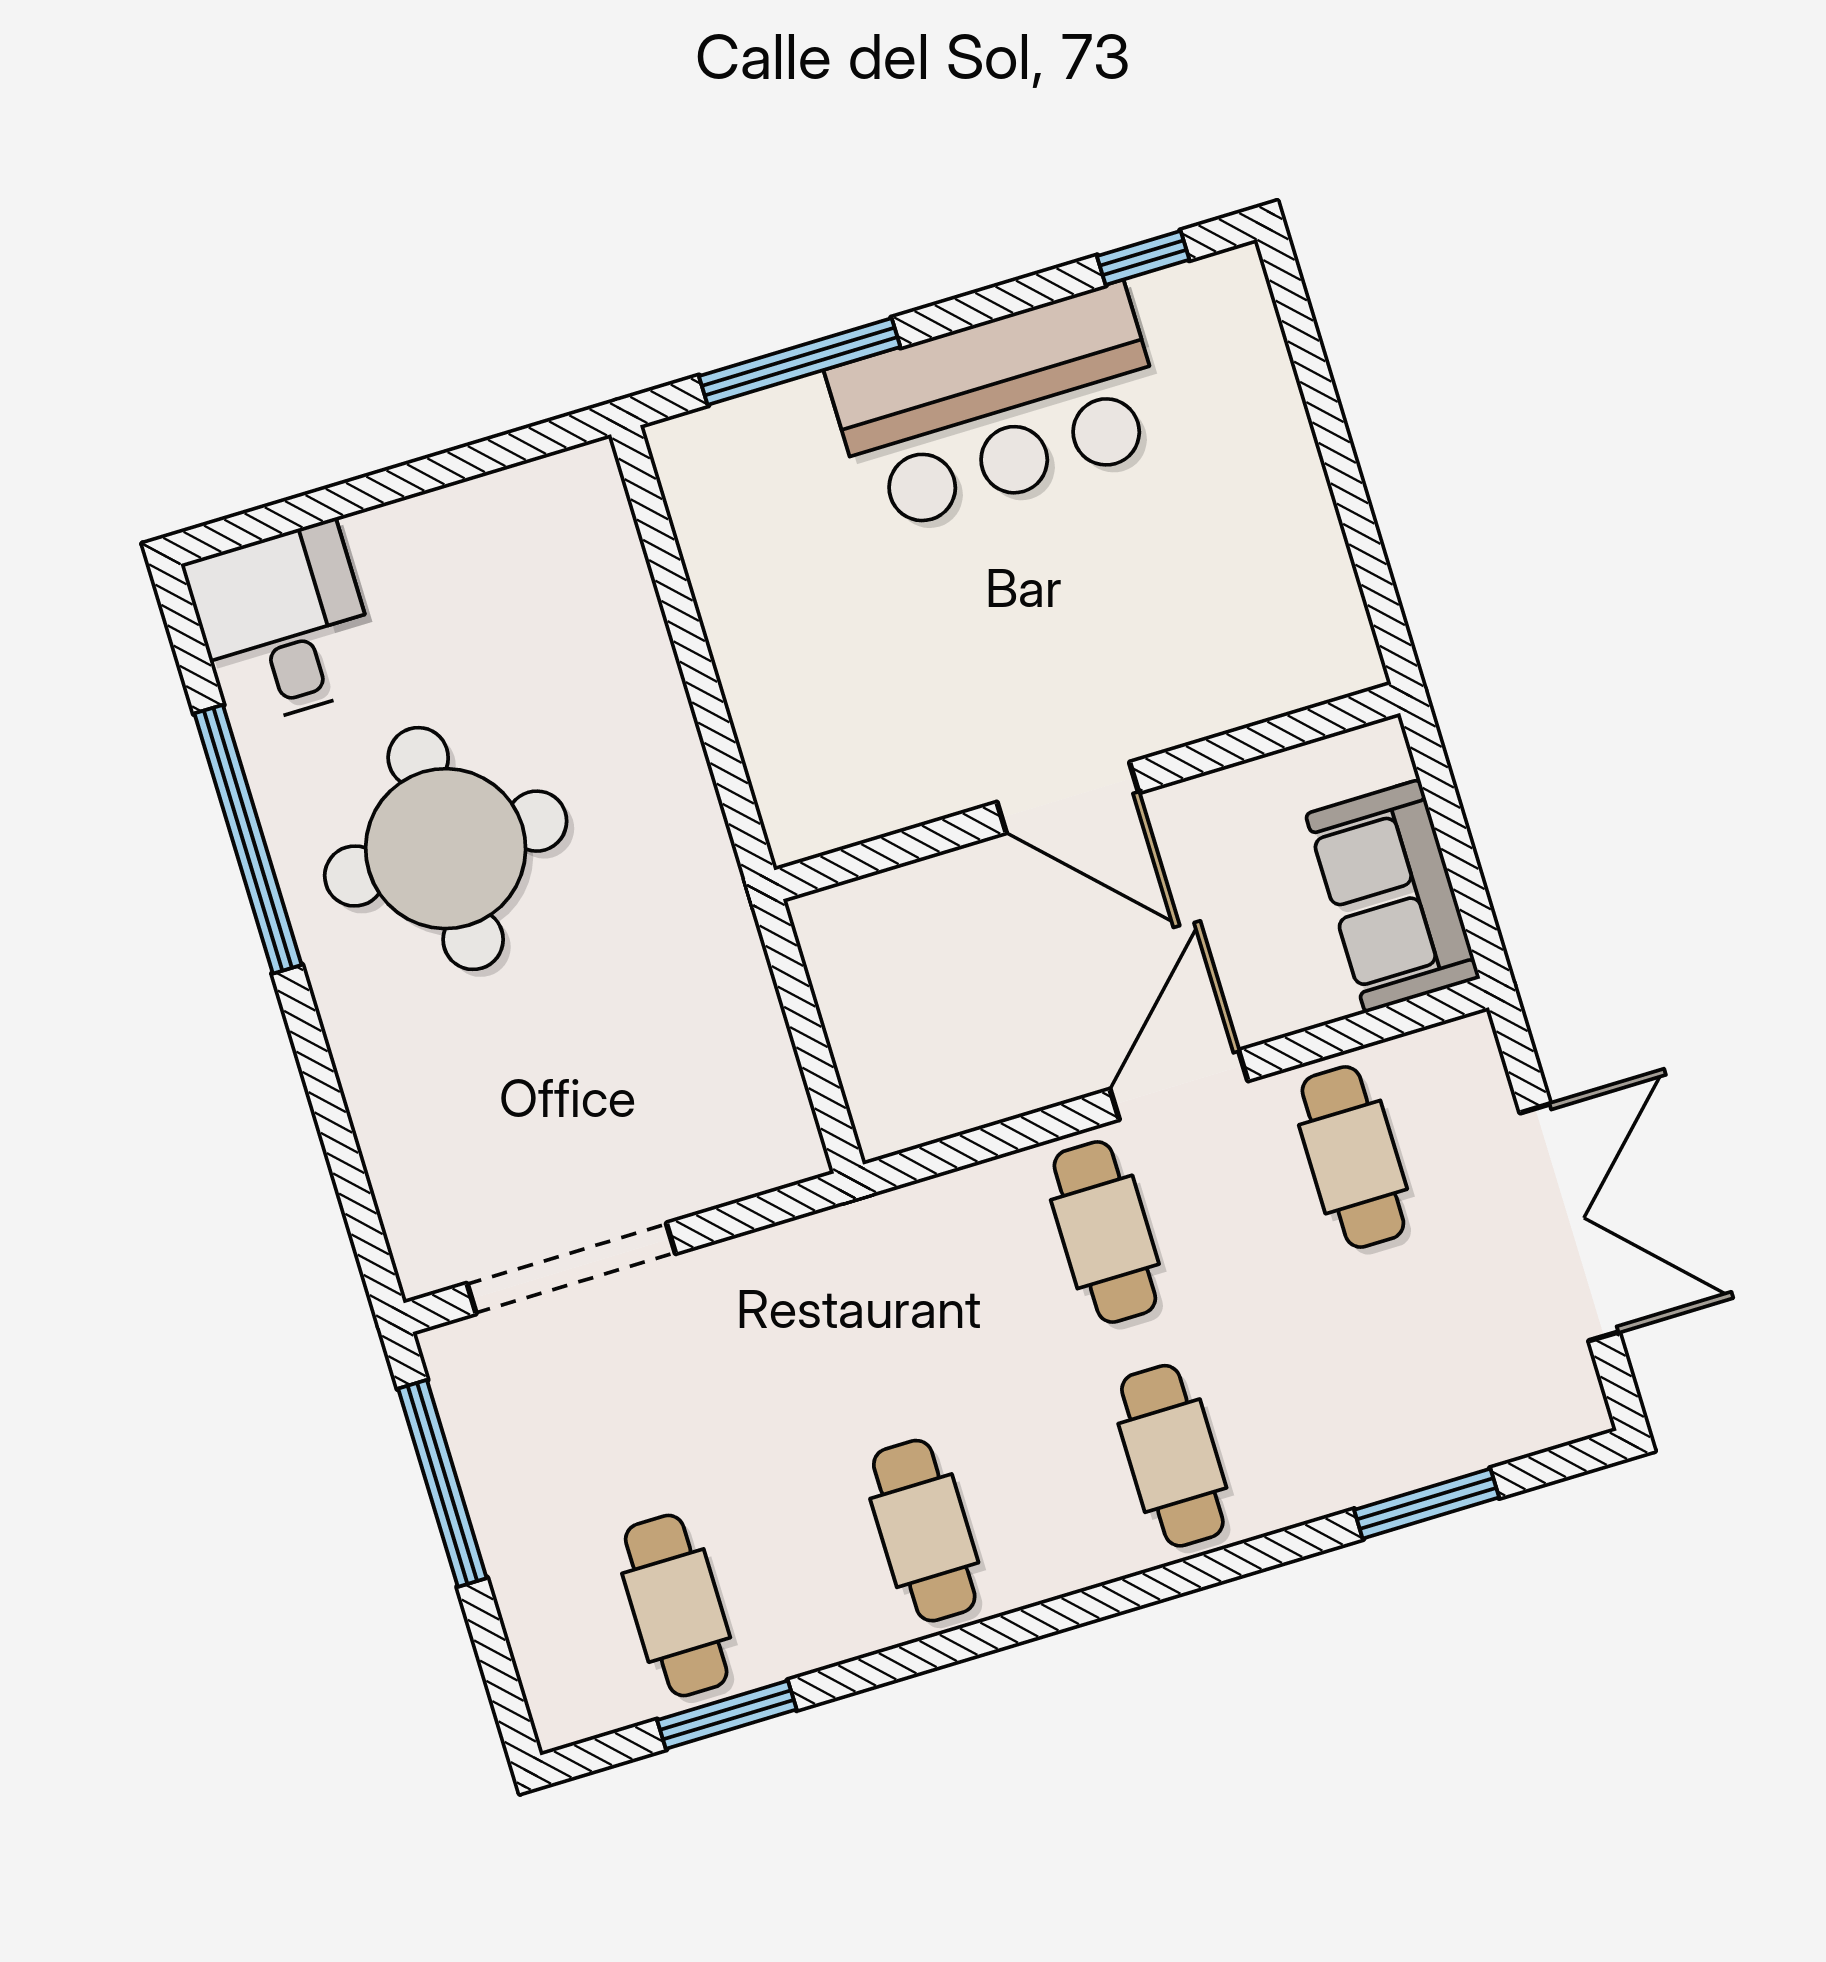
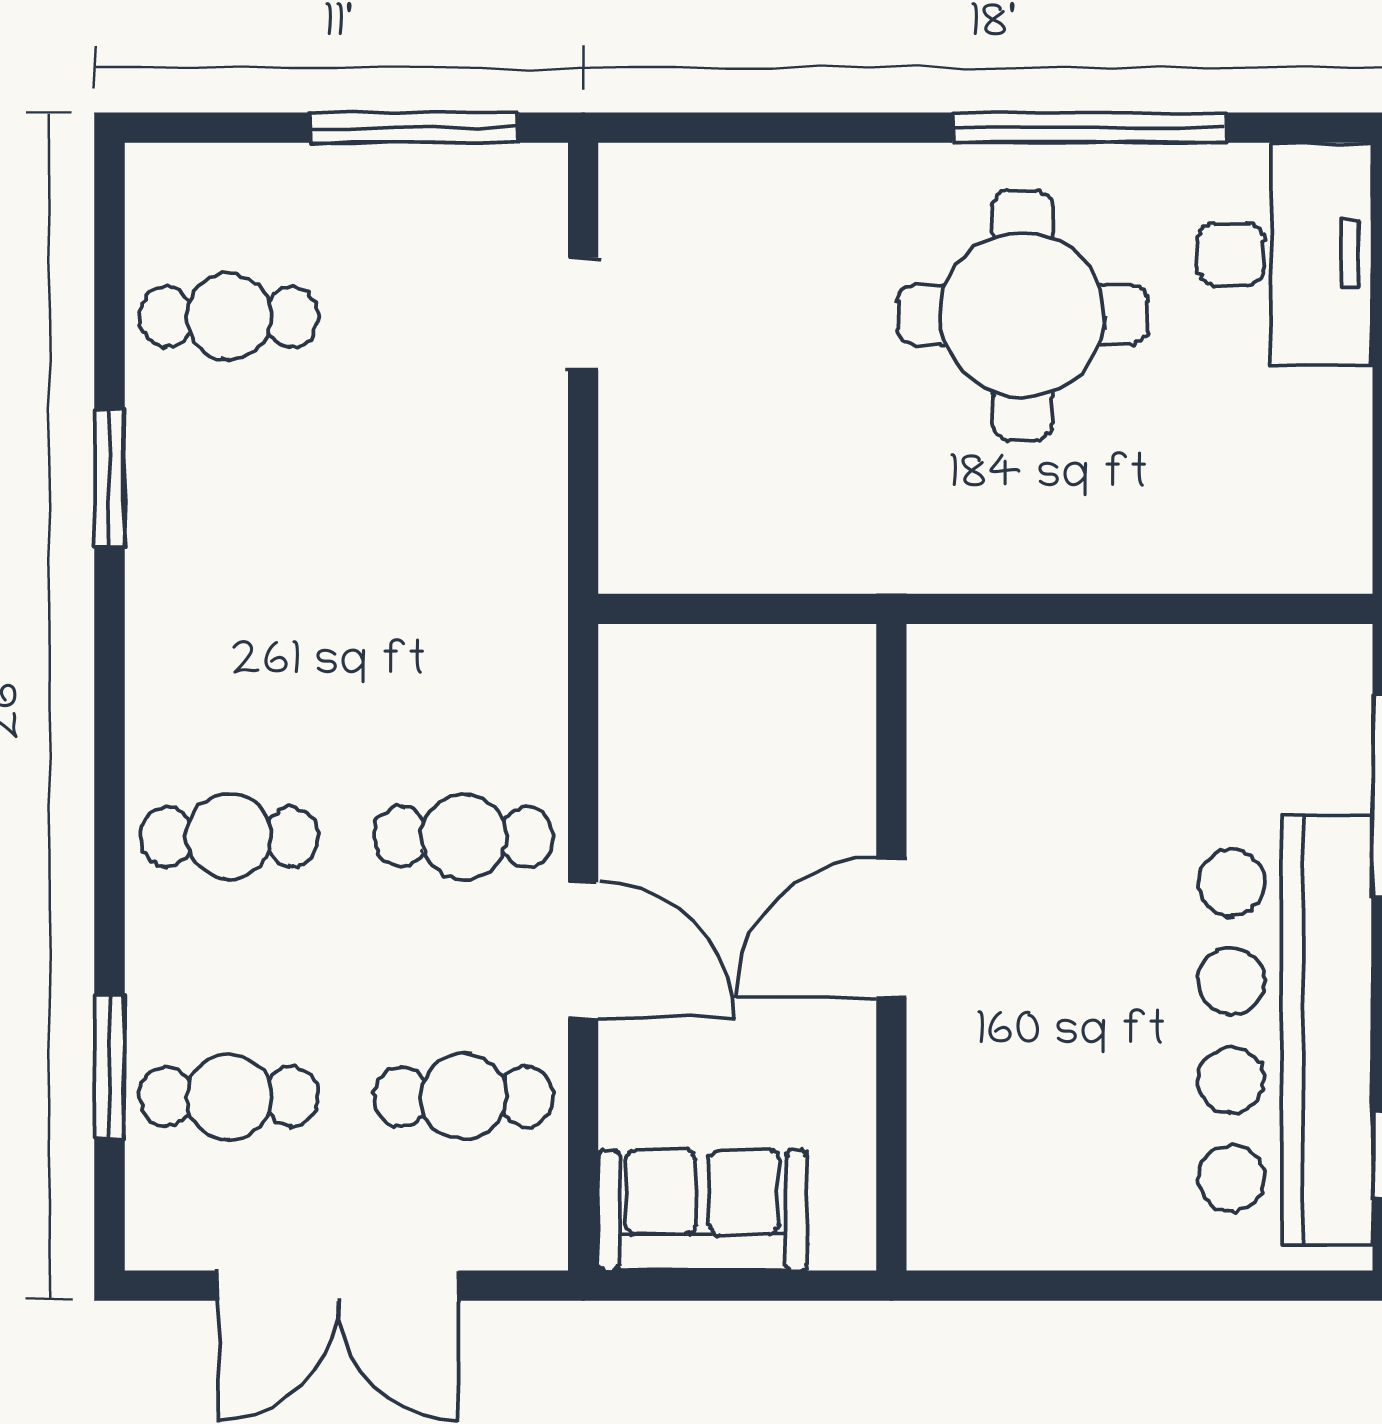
bar counter: (999, 408) -> (1285, 1031), width x1.36
desk: (283, 624) -> (1285, 254), width x1.37
doorway: (571, 1268) -> (583, 314), width x0.53
cafe table: (924, 1531) -> (229, 1097), moved
window: (727, 1715) -> (109, 478), moved

